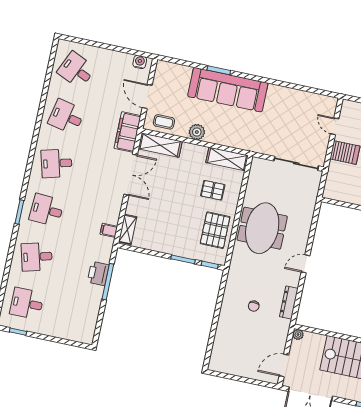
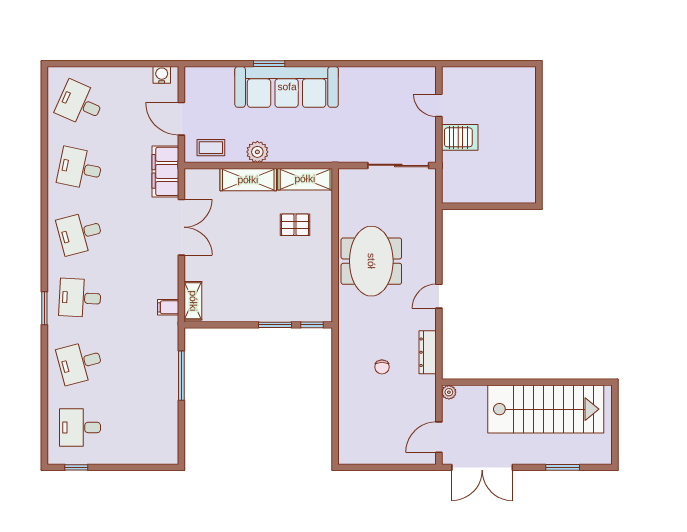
shelving: (160, 145) -> (248, 180), moved
pallet: (215, 230) -> (309, 277), removed
printer: (98, 274) -> (166, 368), removed

